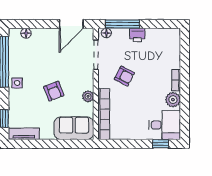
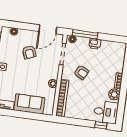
armchair: (54, 91) -> (29, 52), moved
sofa: (74, 128) -> (29, 104), moved

